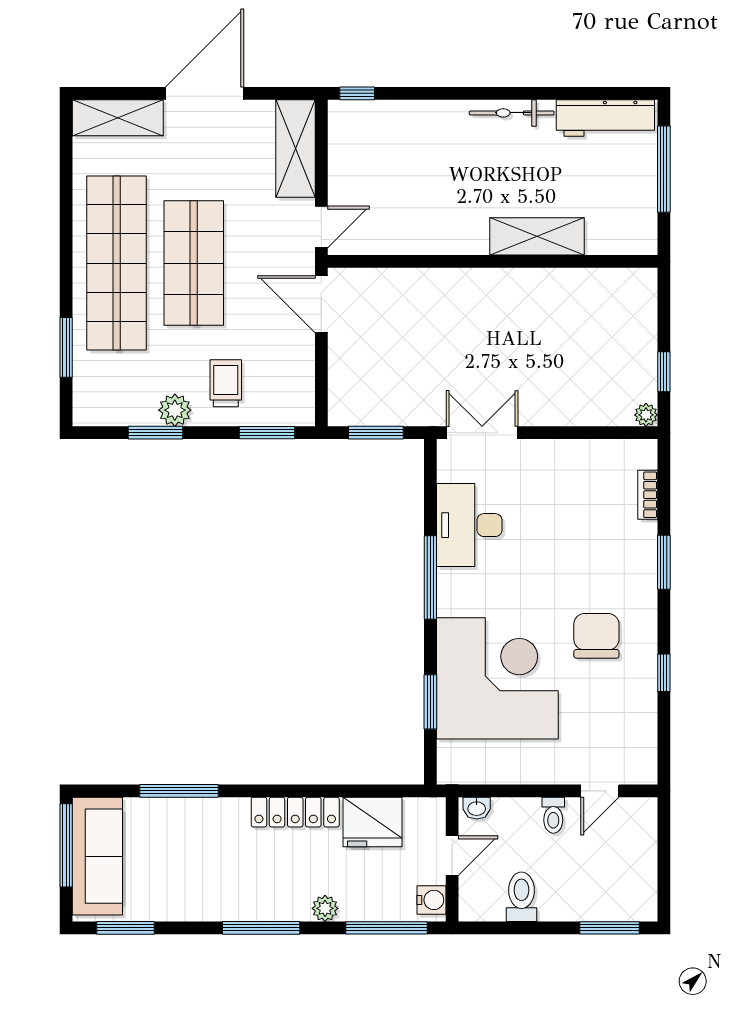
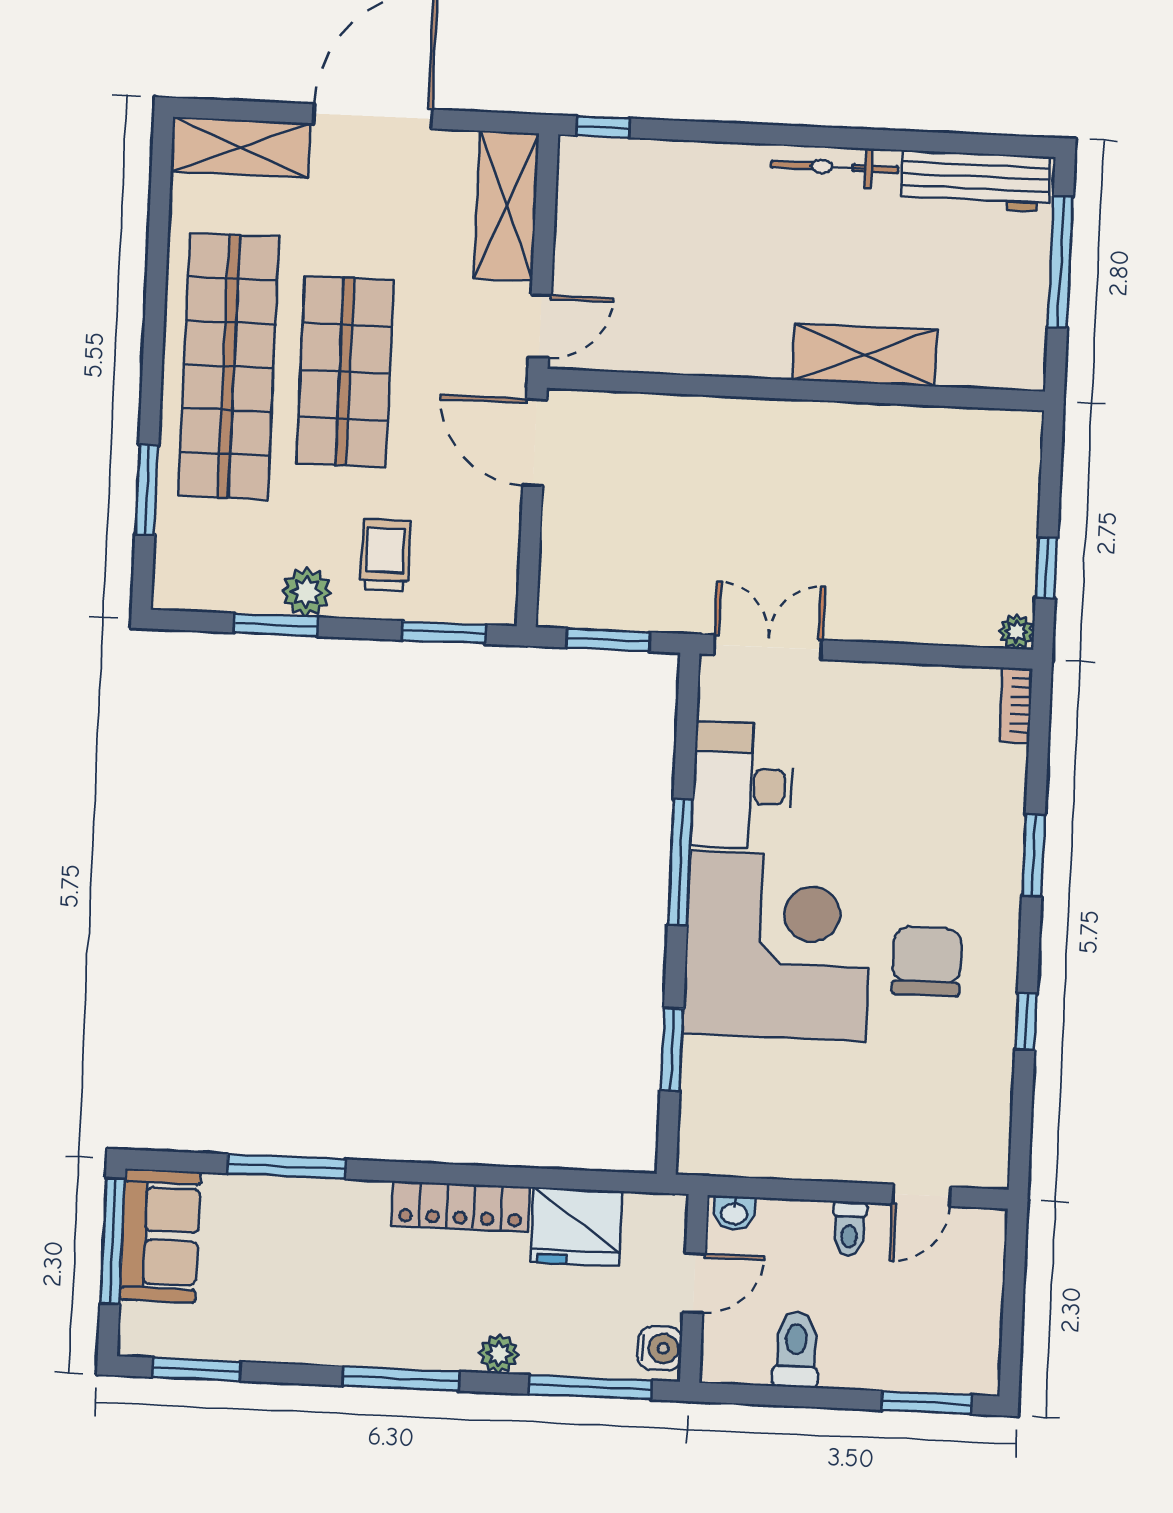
bookcase: (648, 495) -> (1016, 705), moved
corner desk: (497, 678) -> (778, 946), moved
sofa: (97, 856) -> (160, 1236), width x0.73

